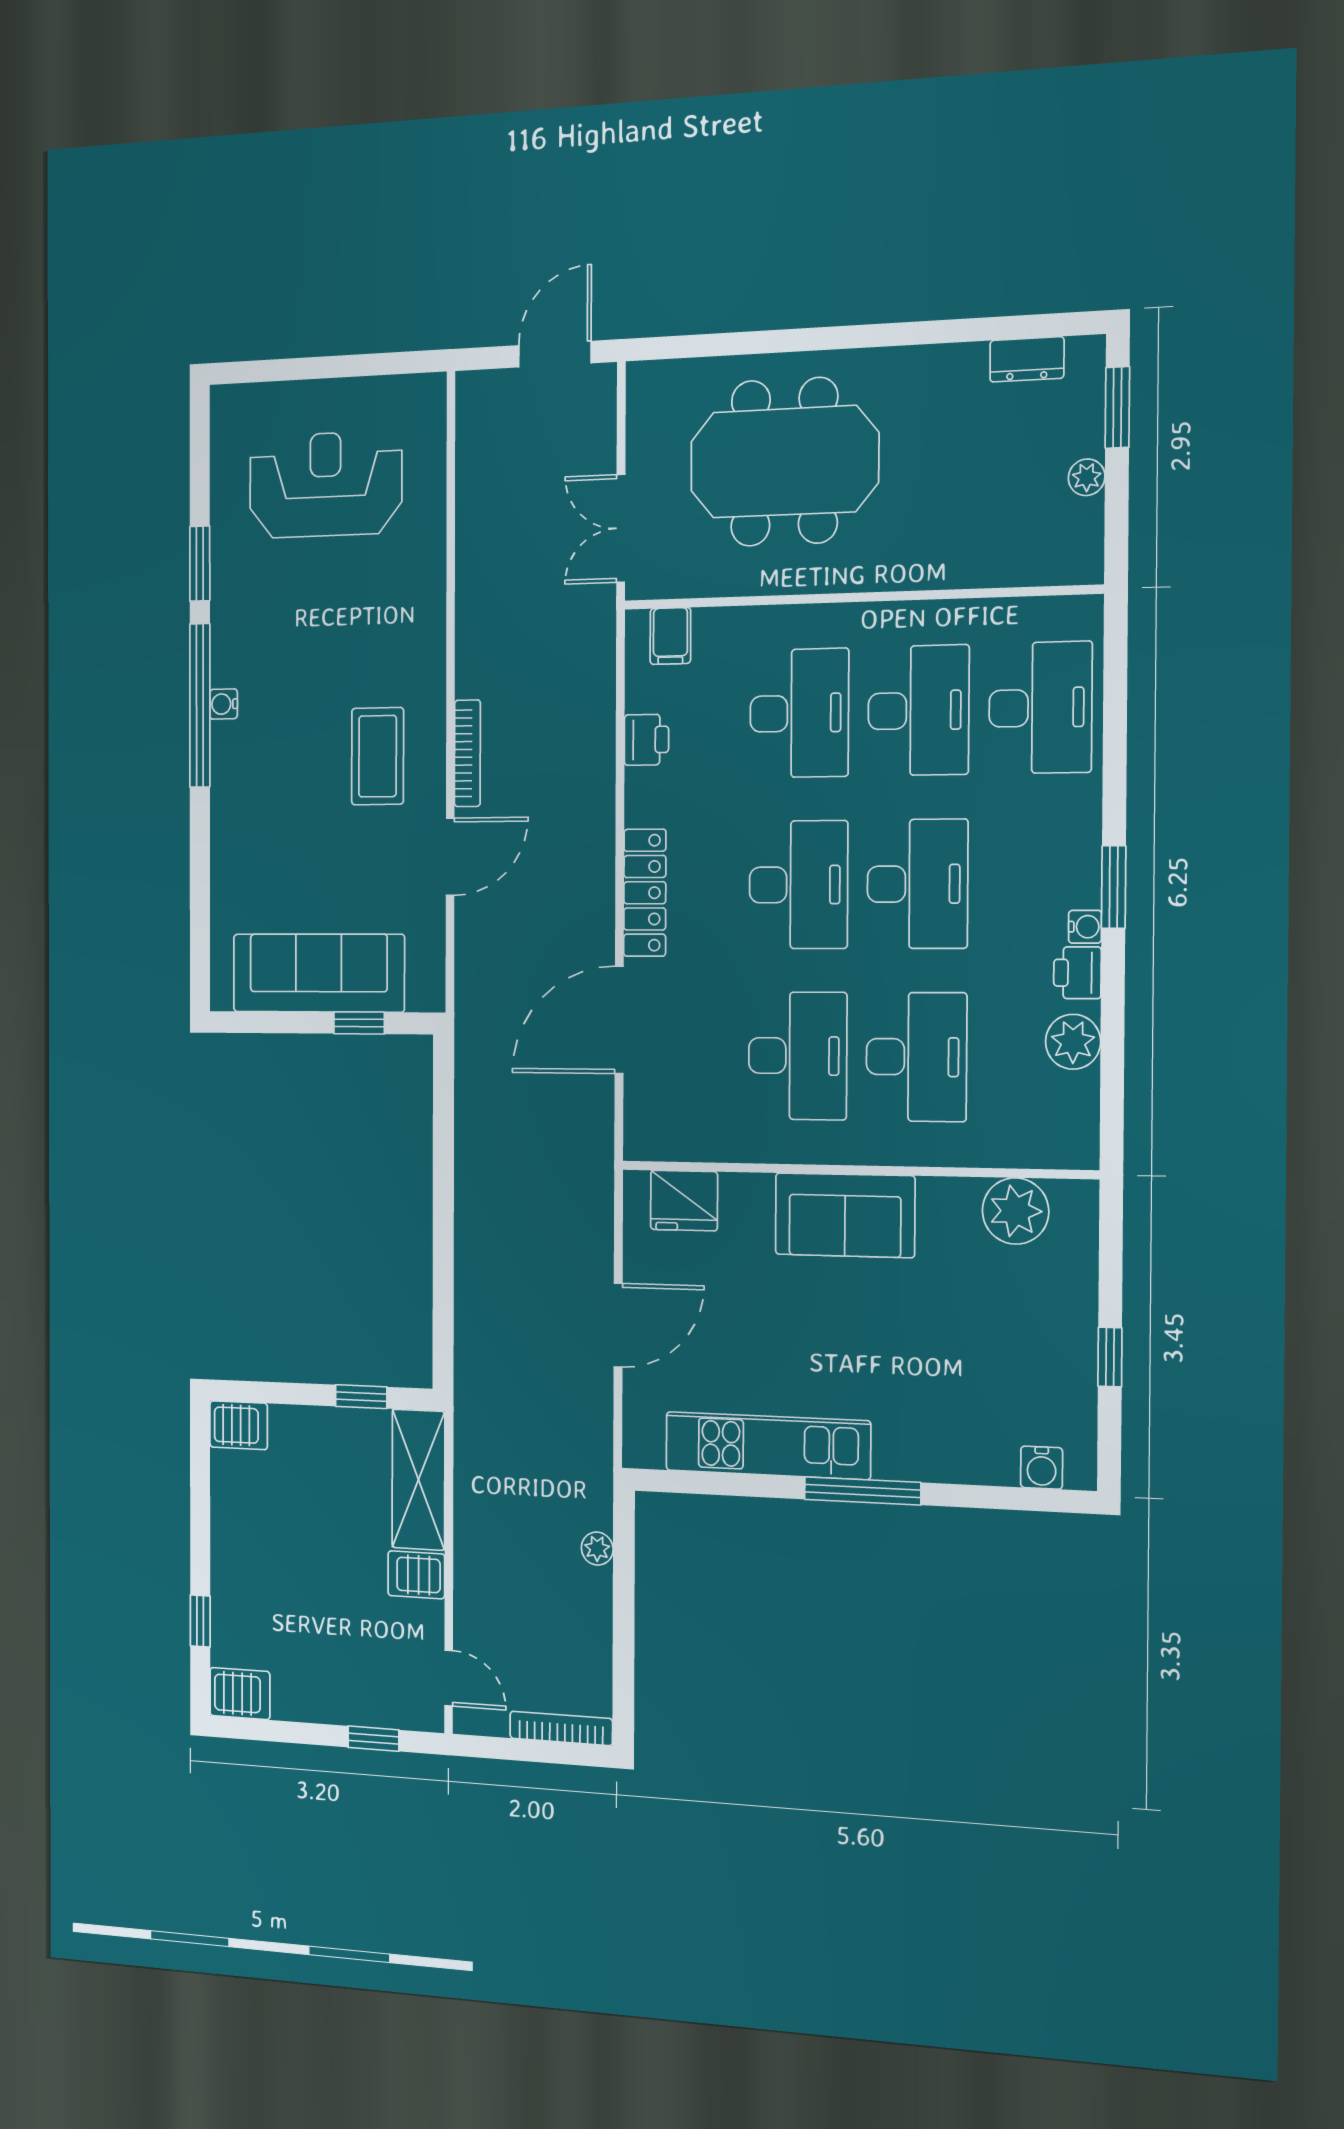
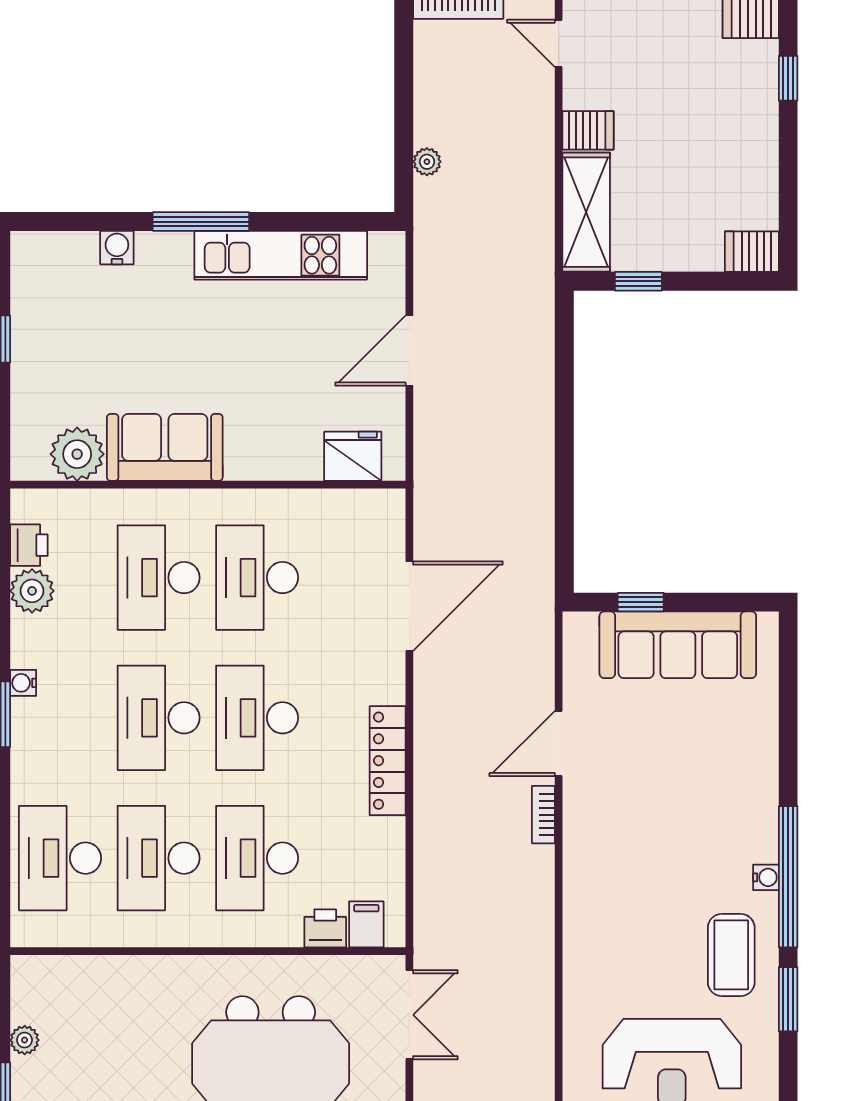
printer: (646, 740) -> (325, 928), moved, turned 90
bookcase: (467, 753) -> (543, 815), width x0.64
coffee table: (378, 756) -> (731, 955), moved
locker: (645, 893) -> (388, 761), moved
printer: (1077, 973) -> (29, 545), moved
sofa: (845, 1215) -> (165, 447), moved
water cooler: (1042, 1468) -> (117, 248), moved

